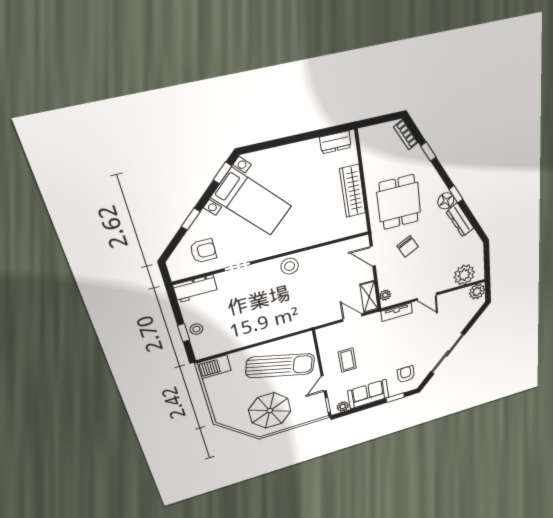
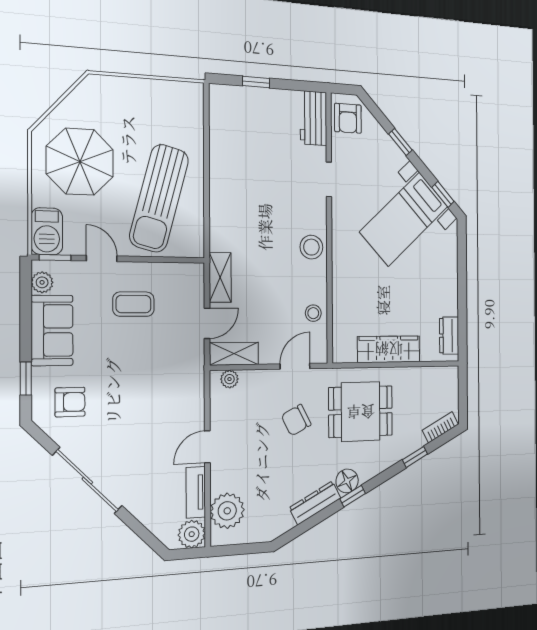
armchair: (203, 251) -> (348, 118), moved
tv unit: (397, 312) -> (196, 492), moved
shelving: (322, 318) -> (220, 277), added
stool: (196, 329) -> (313, 313), moved
barbecue: (214, 367) -> (47, 231), moved, turned 180

